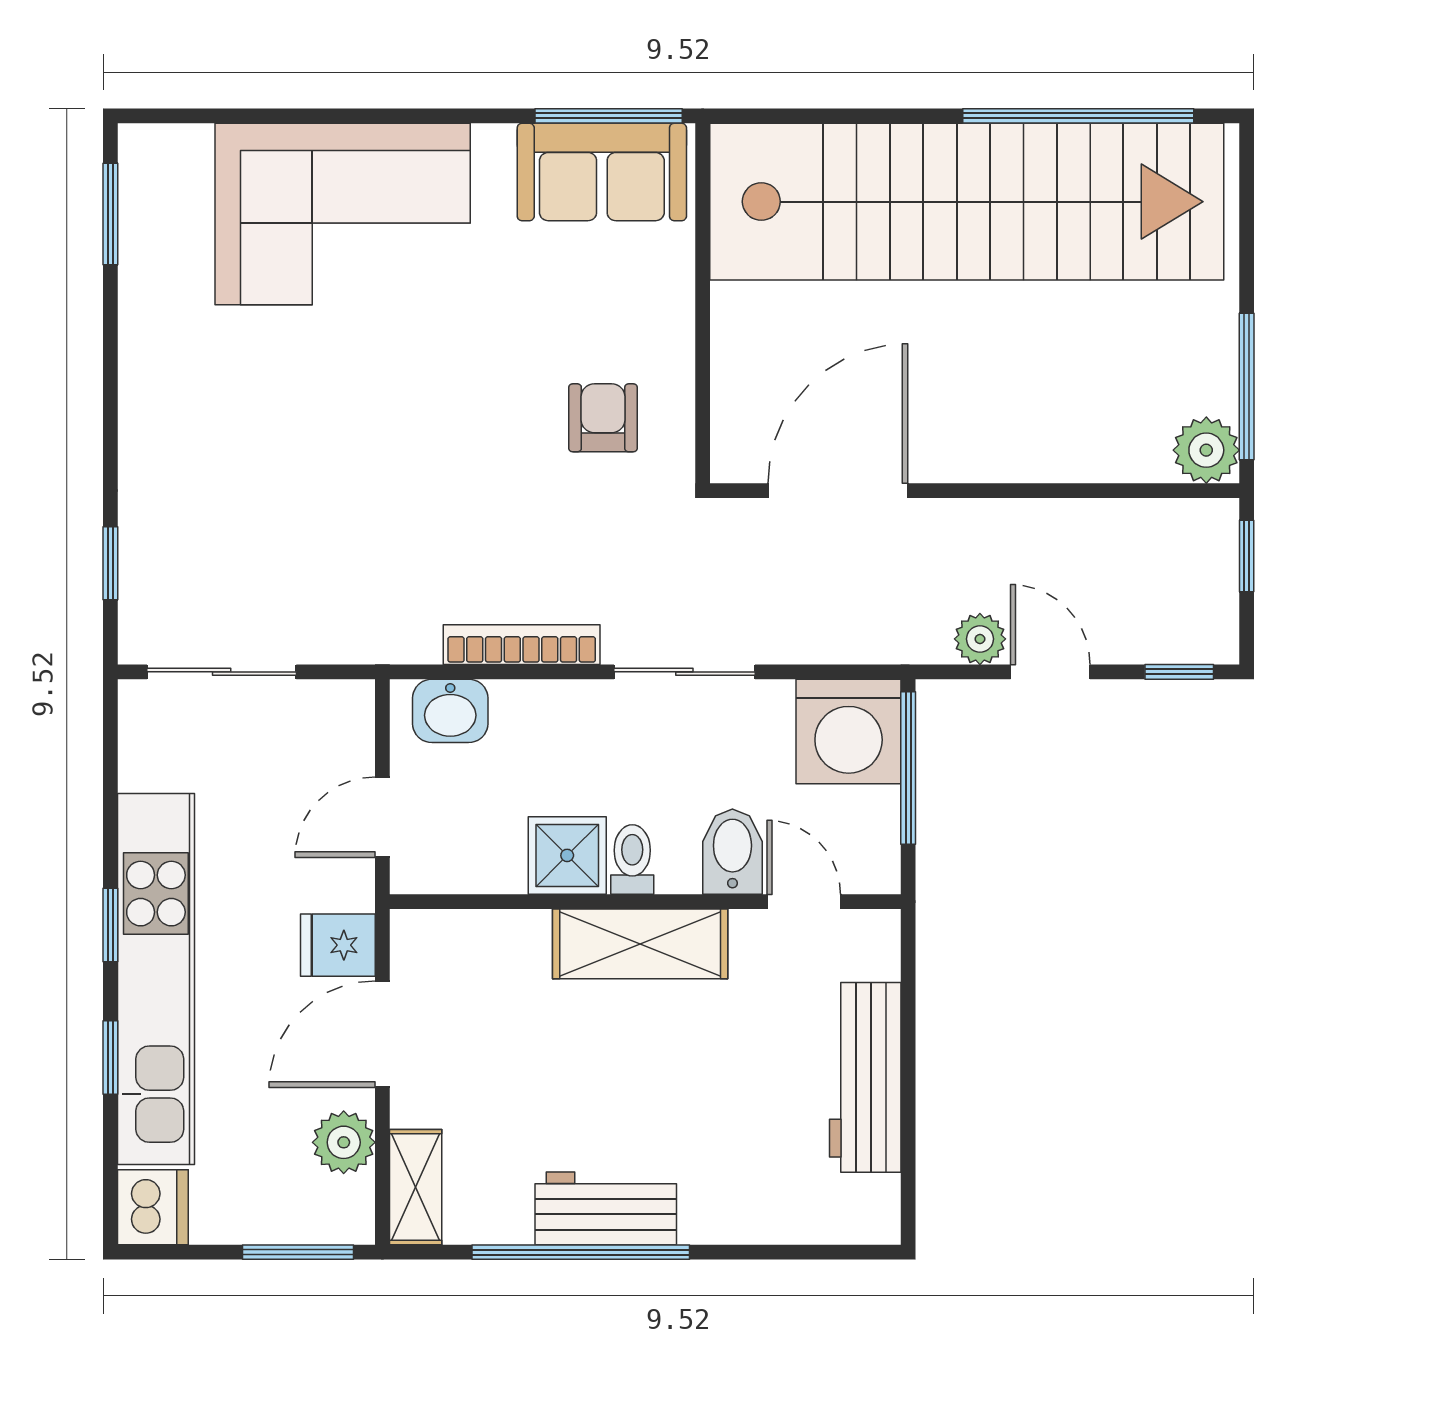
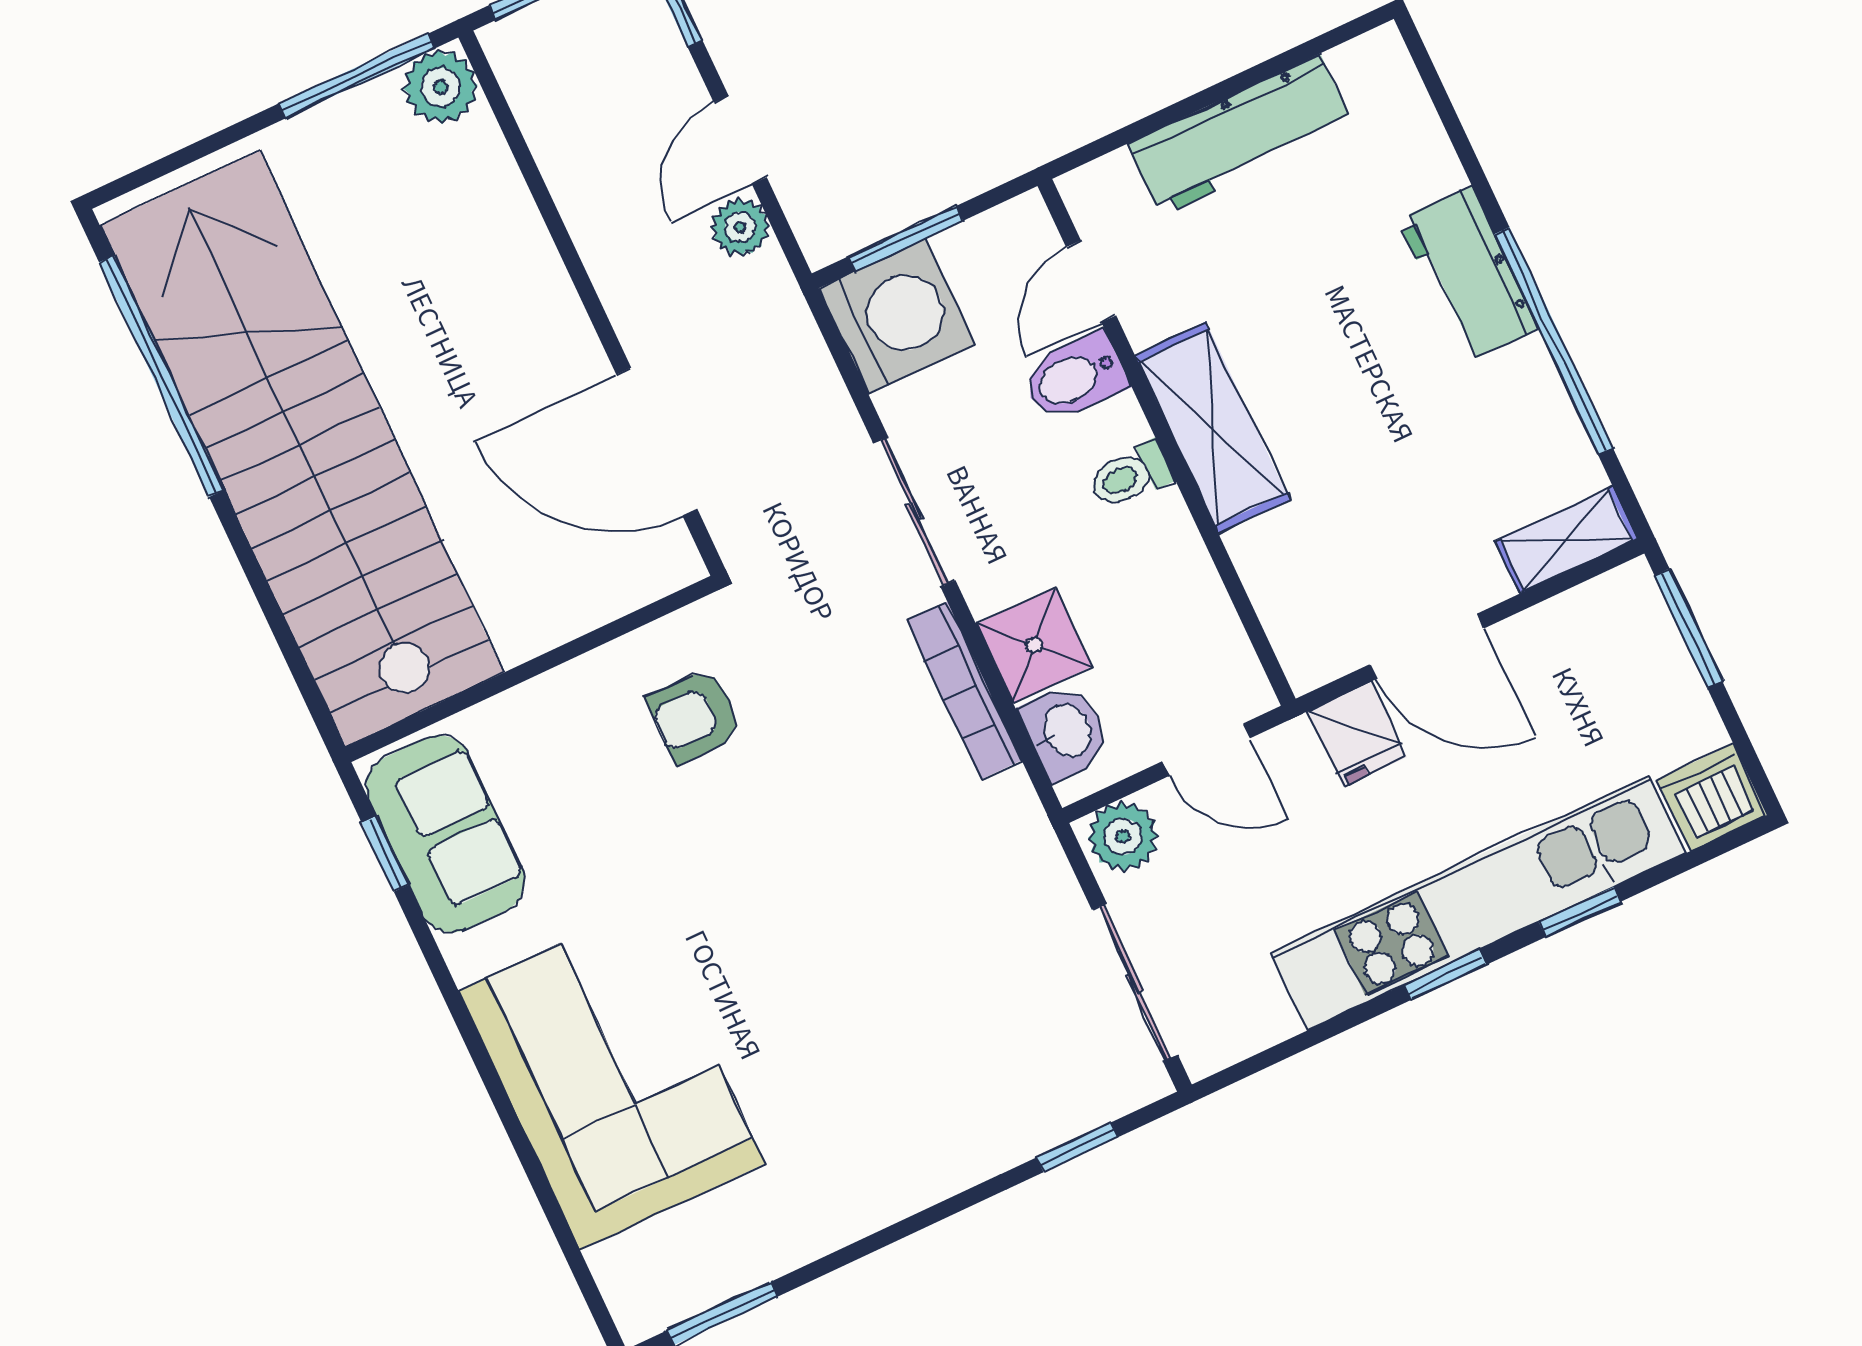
window: (609, 116) -> (385, 854), width x0.46
window: (908, 768) -> (906, 239), width x0.69
shower: (567, 855) -> (1034, 645), moved
plant: (344, 1142) -> (1123, 837), moved
workbench: (606, 1208) -> (1468, 274), moved

